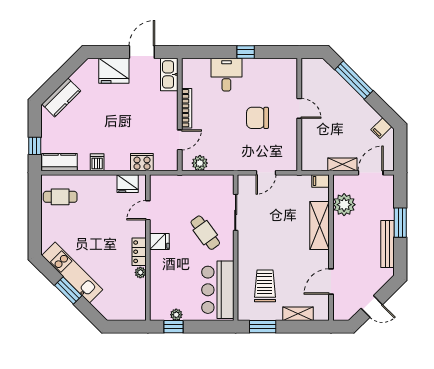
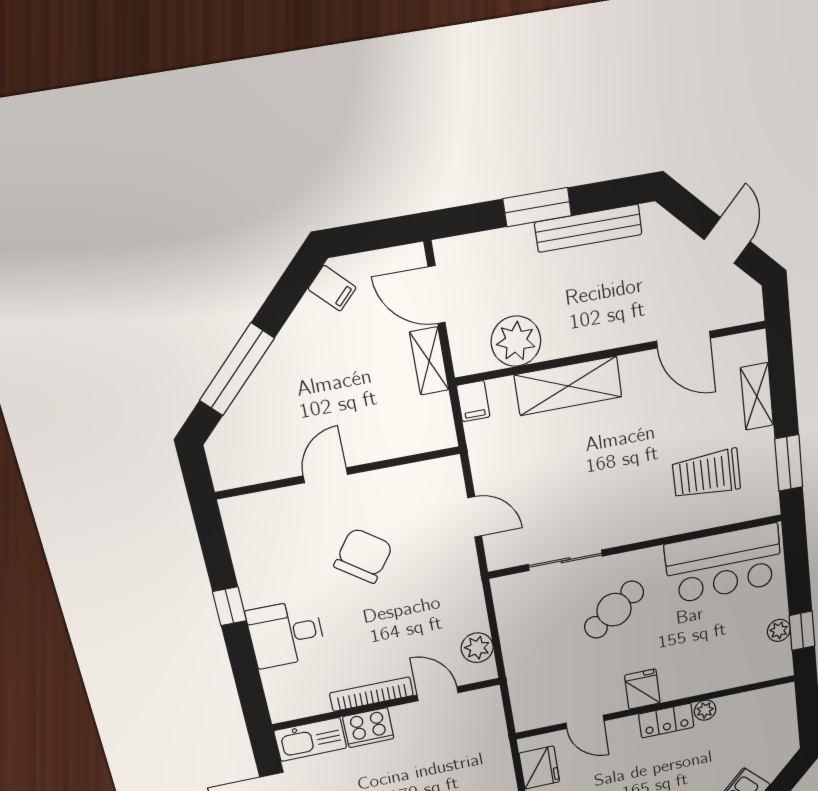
chair: (257, 118) -> (363, 556), turned -144
cooker: (142, 162) -> (368, 728), moved, turned -90

